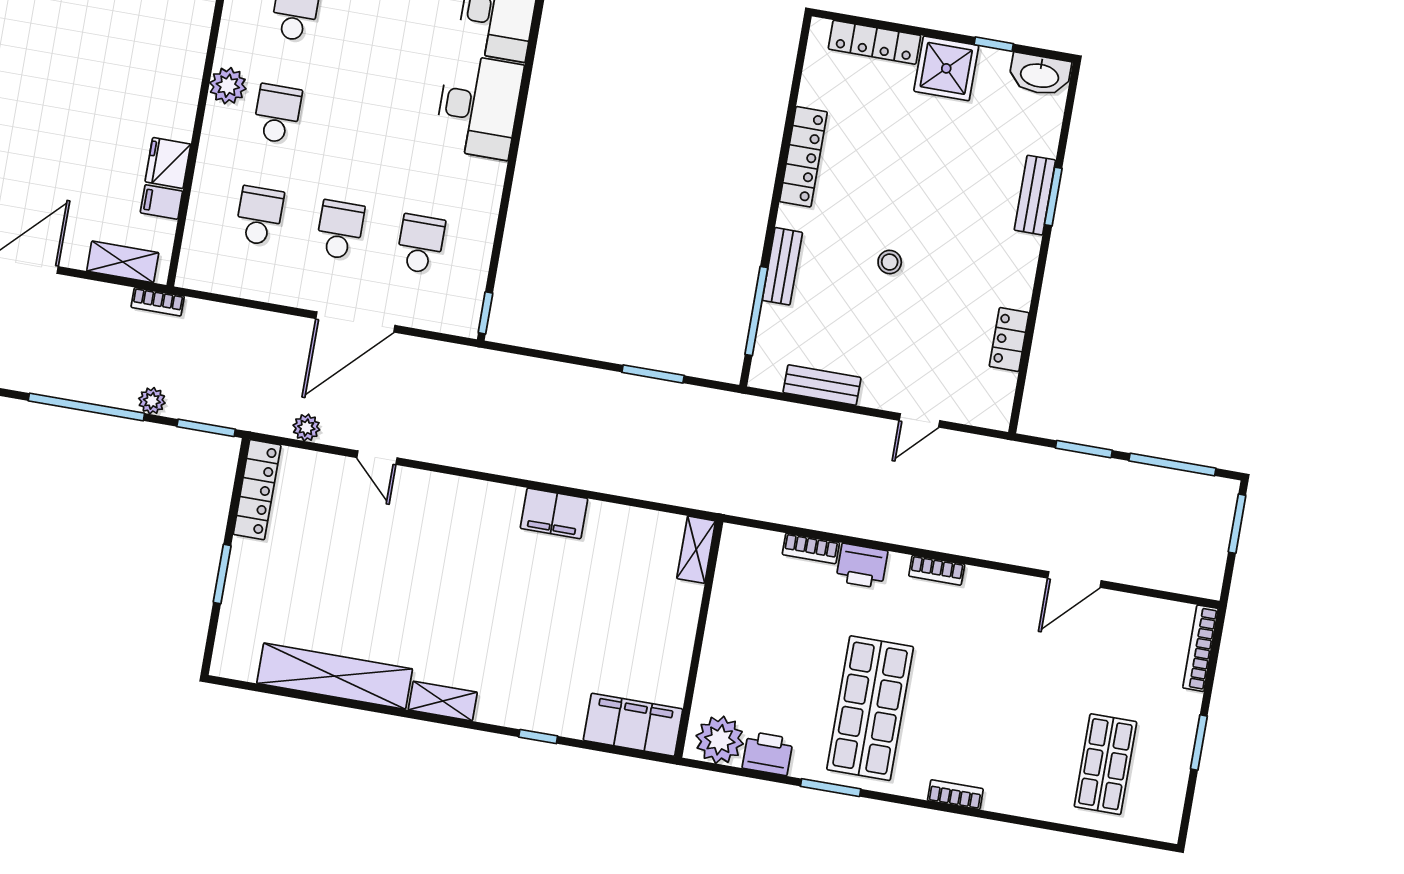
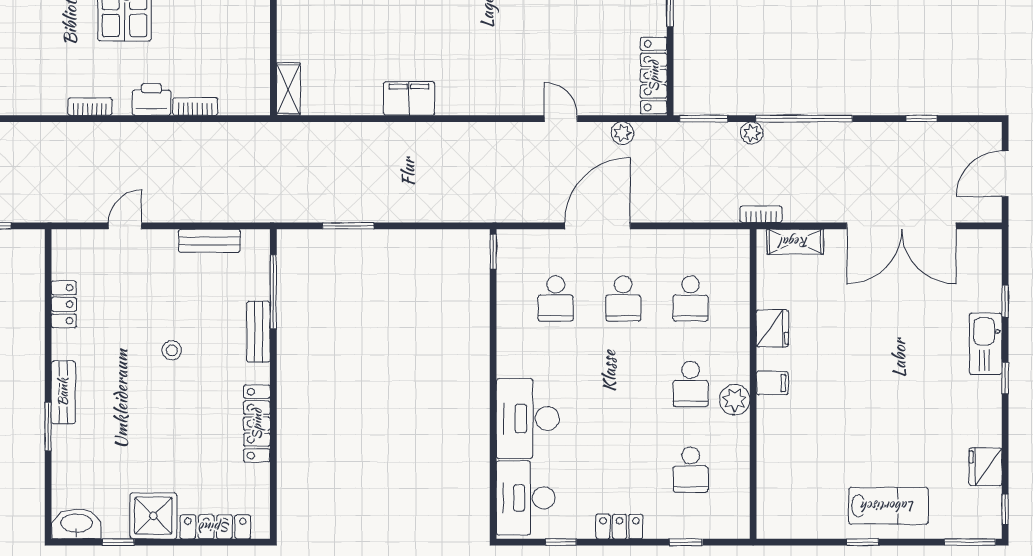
bench: (1035, 195) -> (63, 392), moved
filing cabinet: (161, 202) -> (772, 383), moved

